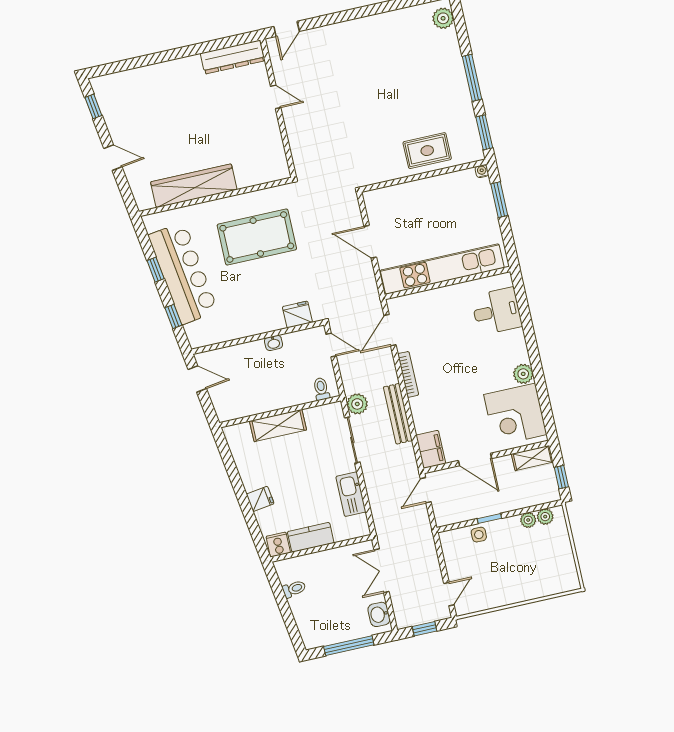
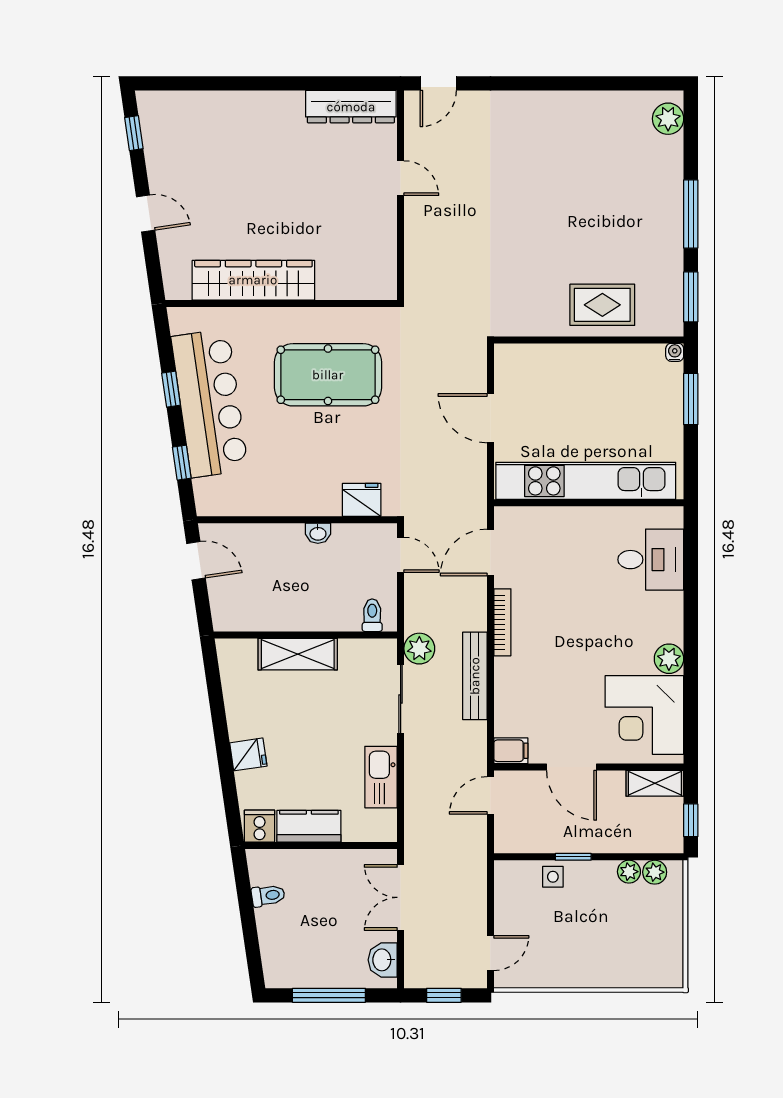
filing cabinet: (431, 449) -> (511, 751), width x0.50

